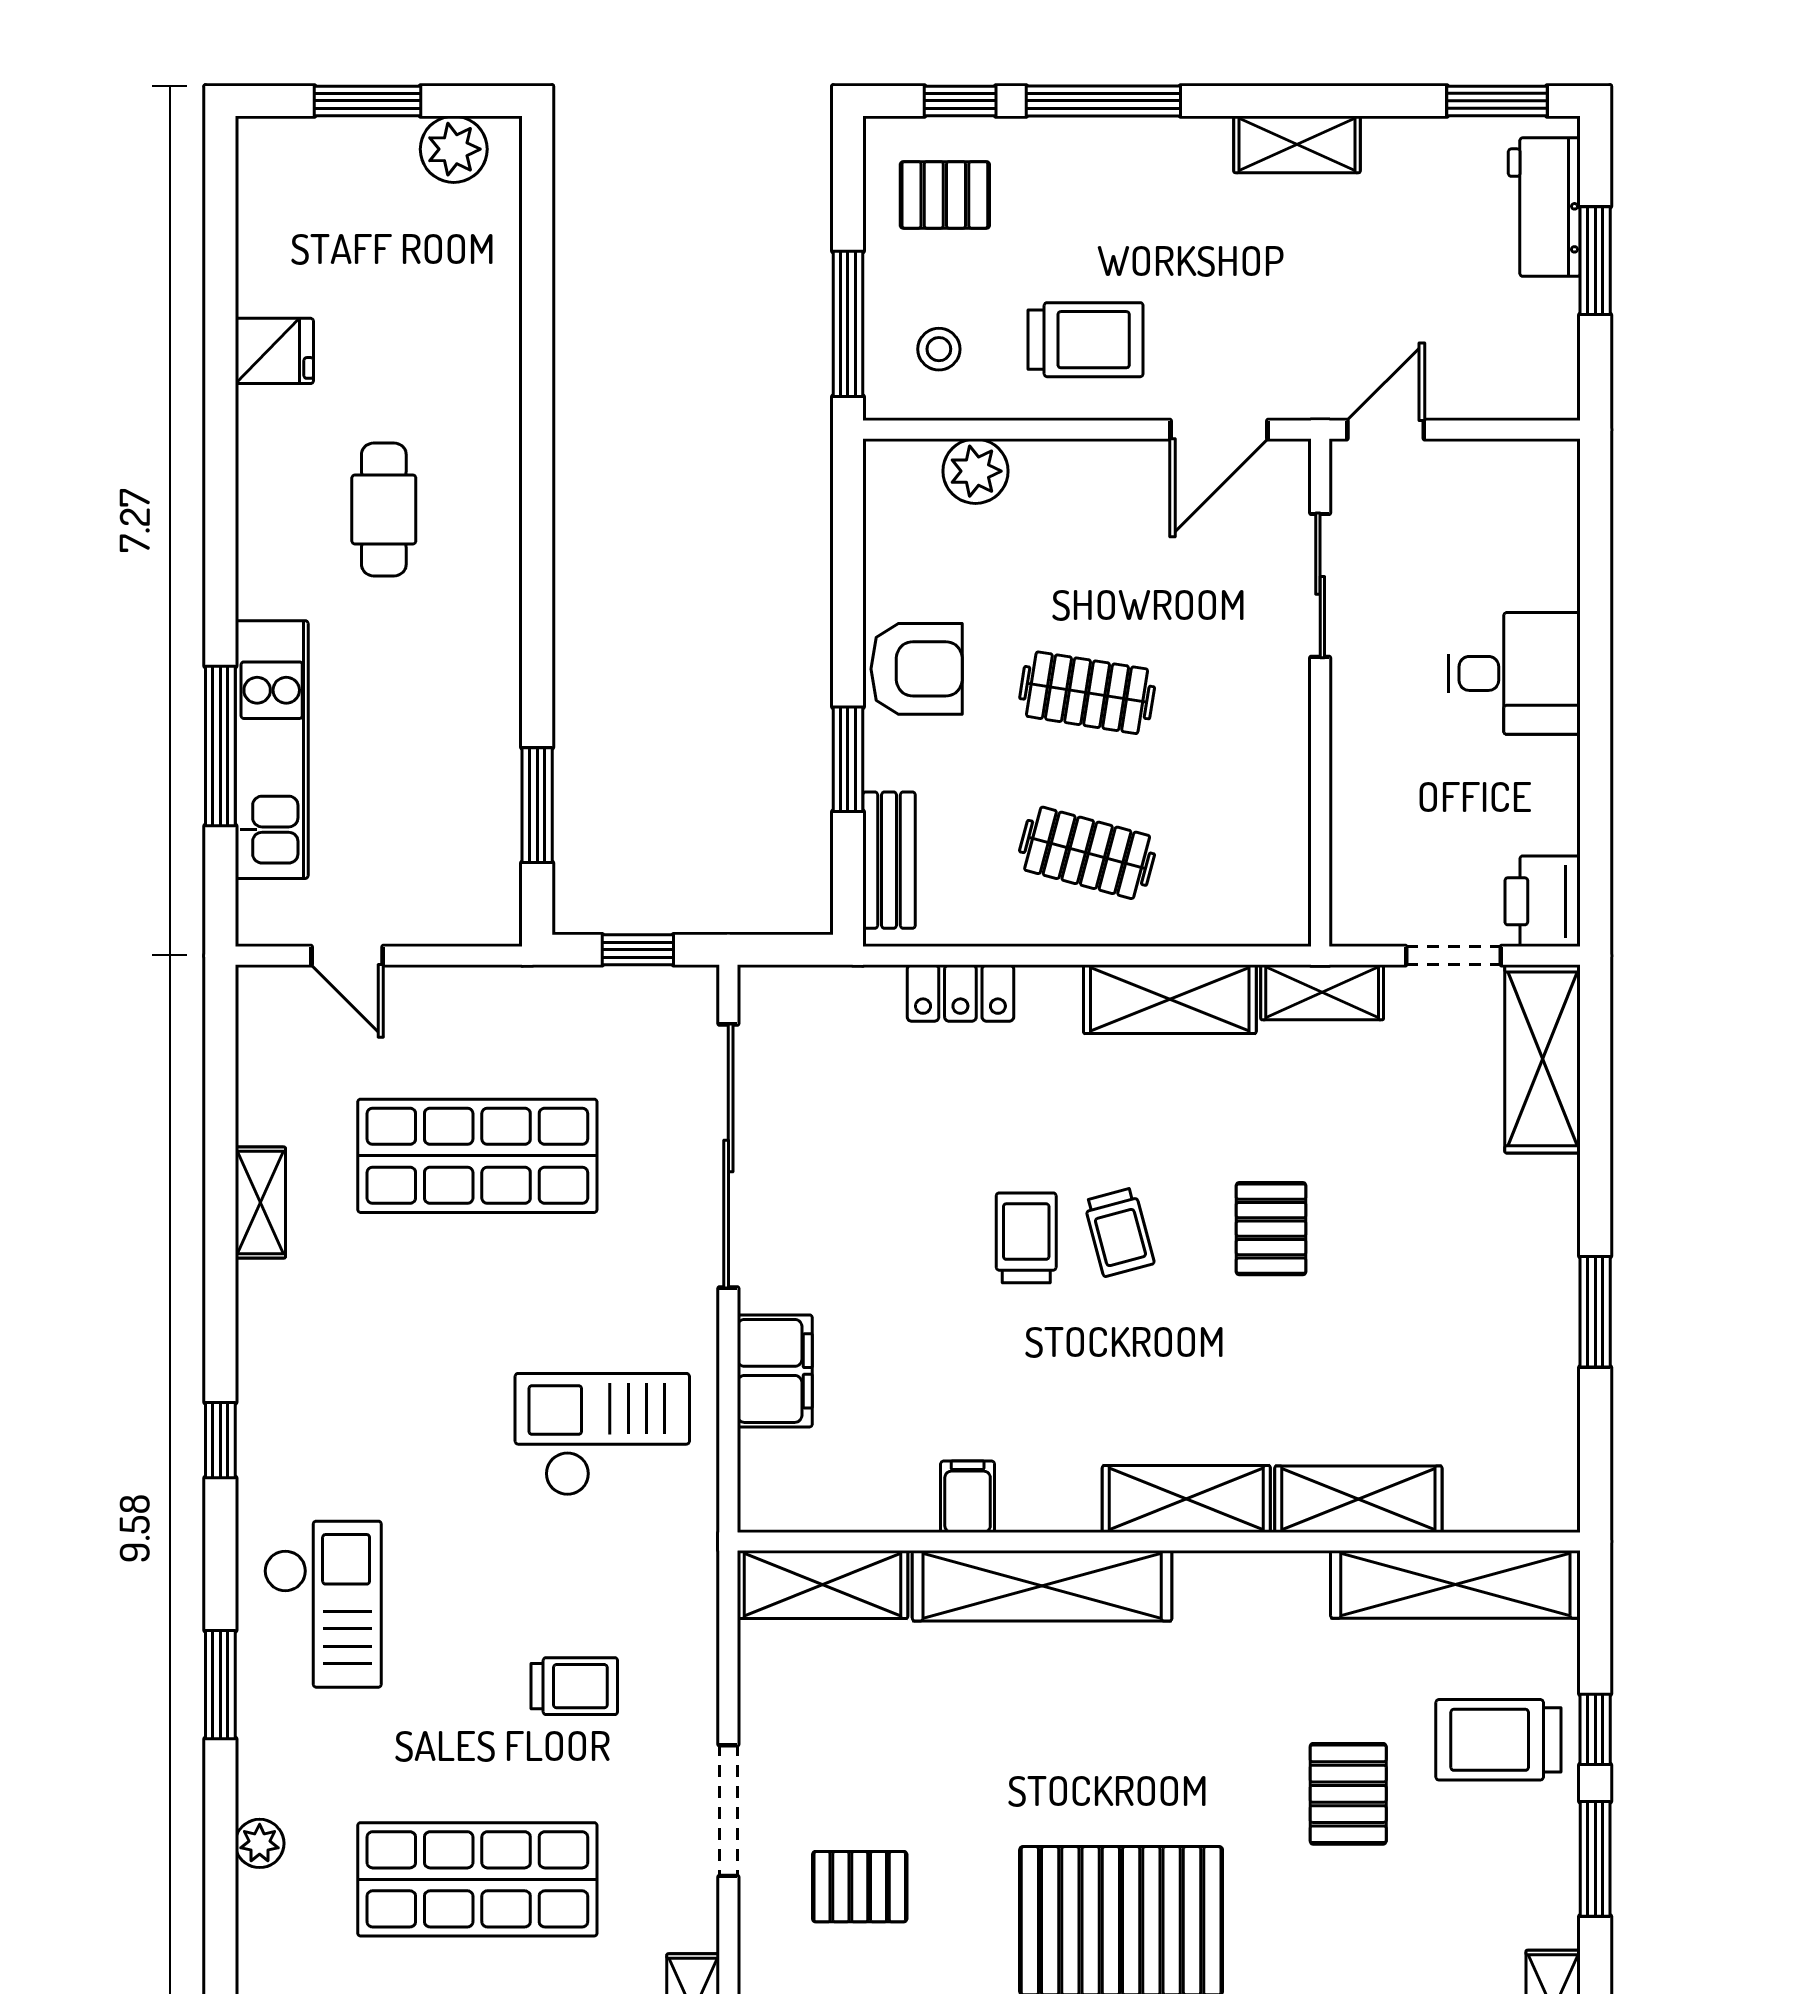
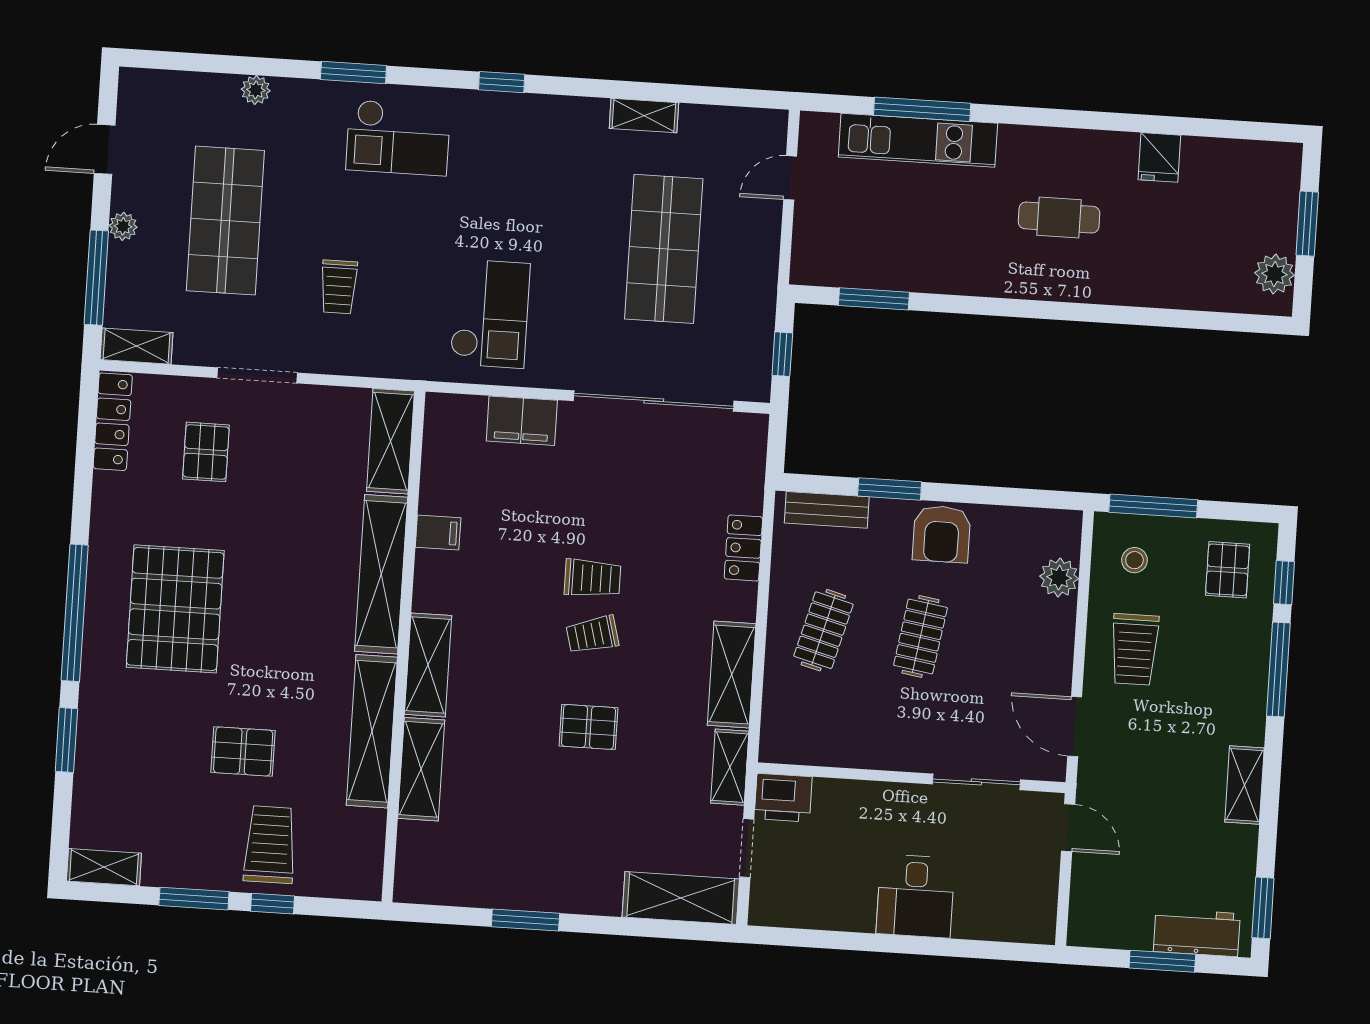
printer: (1543, 901) -> (783, 798), moved, turned 180
shelving: (1455, 1584) -> (372, 731), moved

